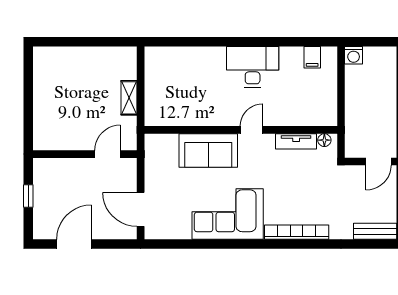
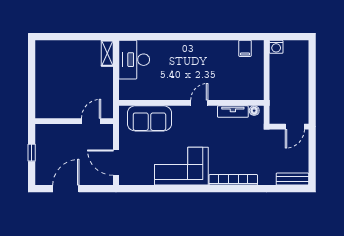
desk: (253, 67) -> (134, 60), moved, turned -90
shelving: (129, 98) -> (107, 53), moved
sofa: (208, 151) -> (149, 118), moved

